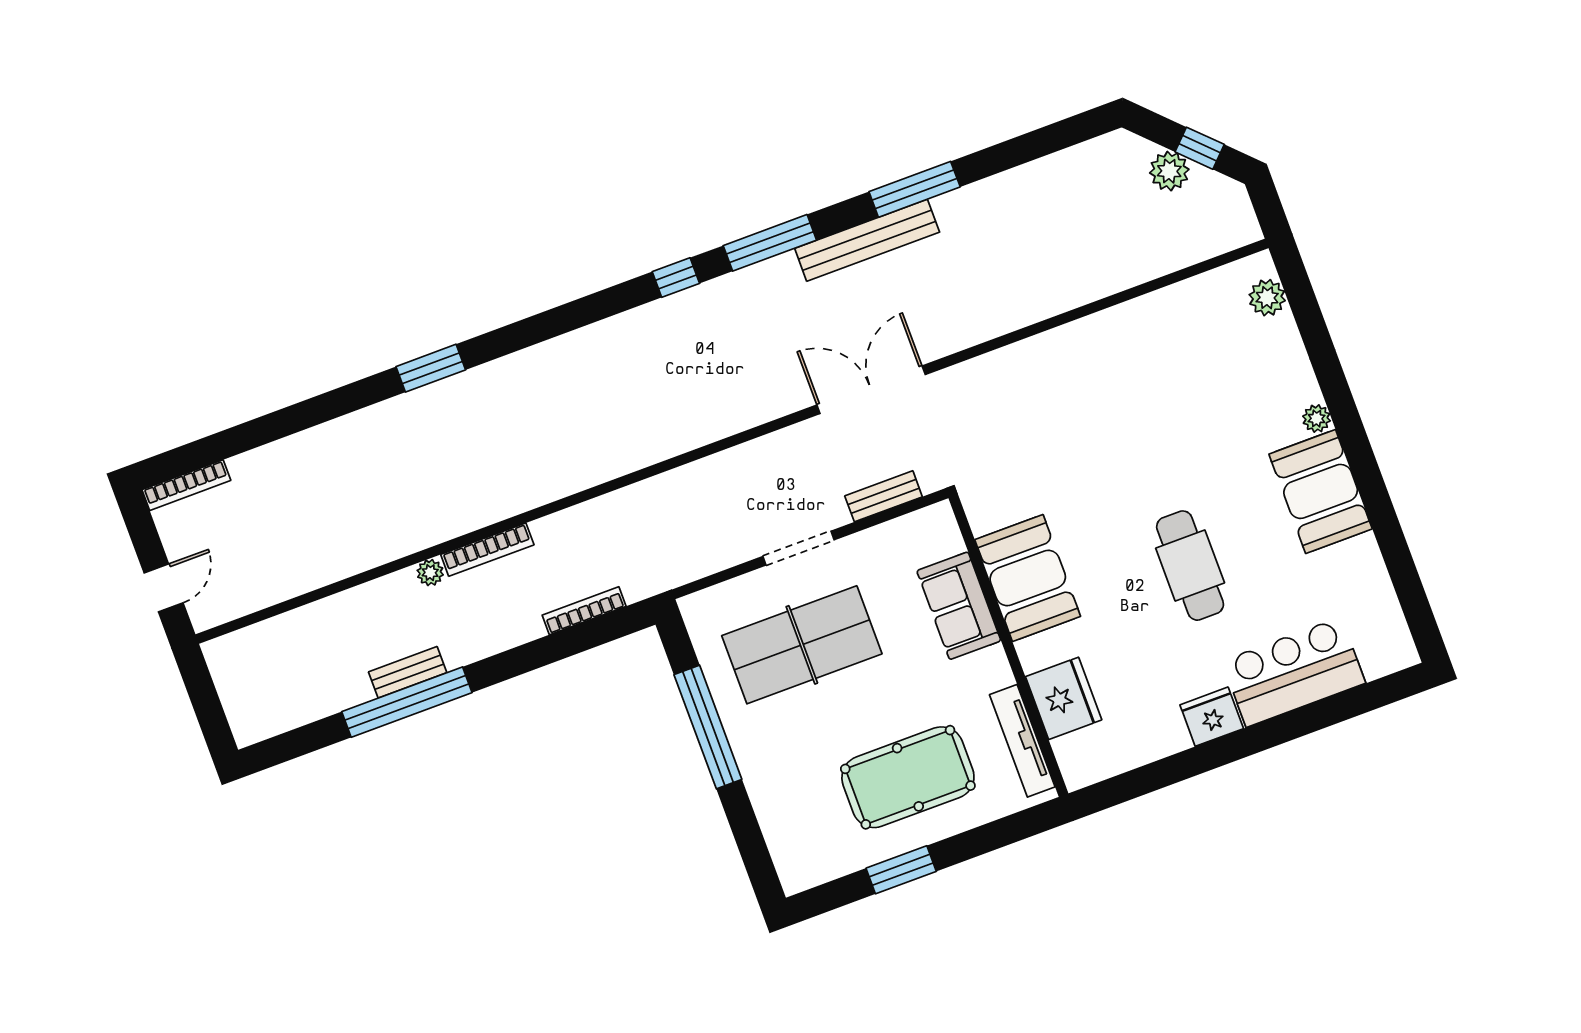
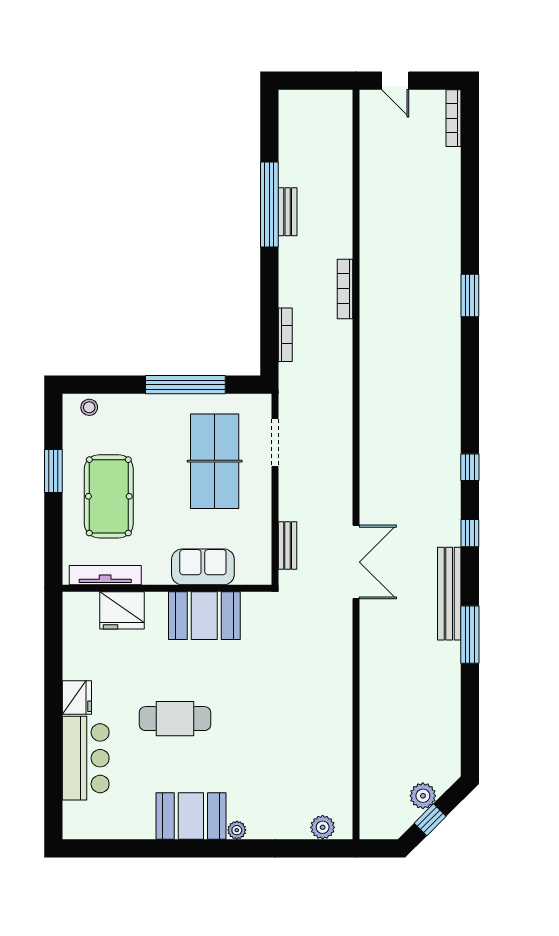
window: (770, 243) -> (470, 533), width x0.46
doorway: (798, 548) -> (275, 443), moved
plant: (430, 573) -> (344, 248), removed
stool: (791, 852) -> (89, 407), added

